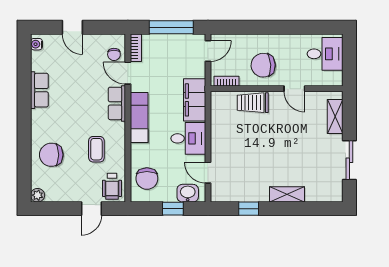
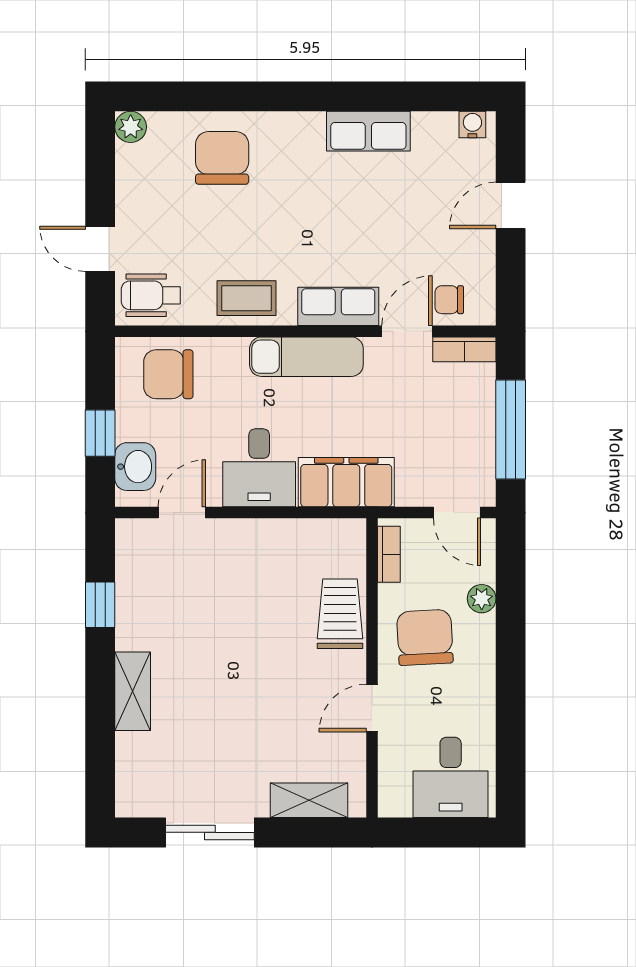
plant: (246, 40) -> (482, 599), added
coffee table: (96, 149) -> (246, 298), moved

